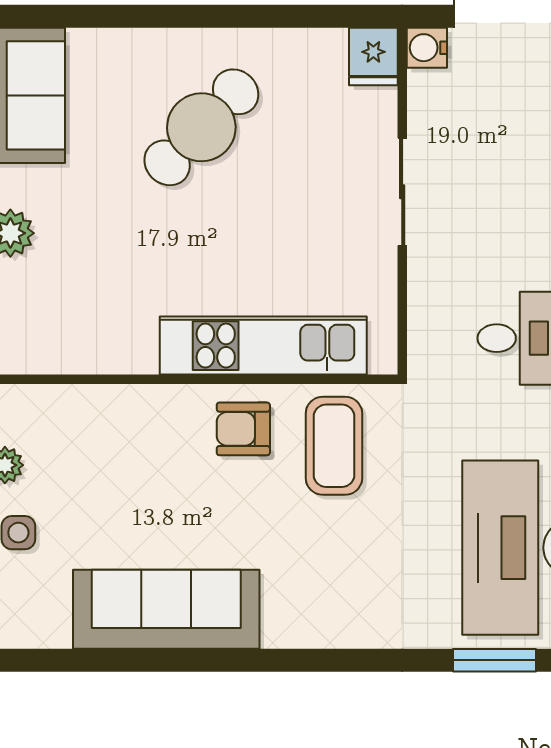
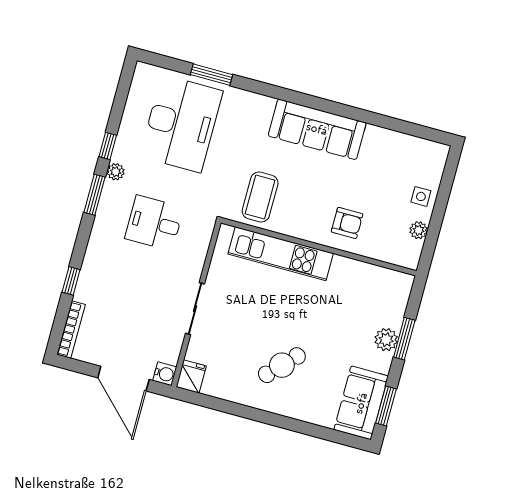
cafe table: (201, 127) -> (282, 365), width x0.73, depth x0.74
armchair: (243, 429) -> (347, 223), moved
sofa: (166, 609) -> (317, 129), moved

